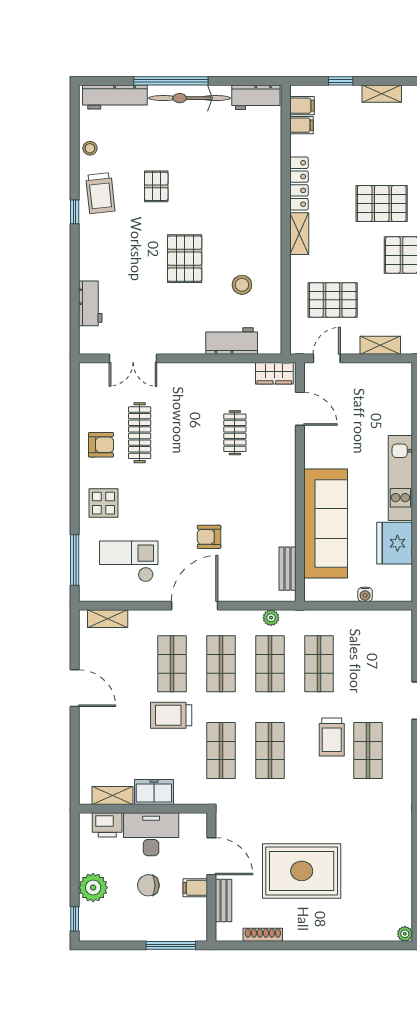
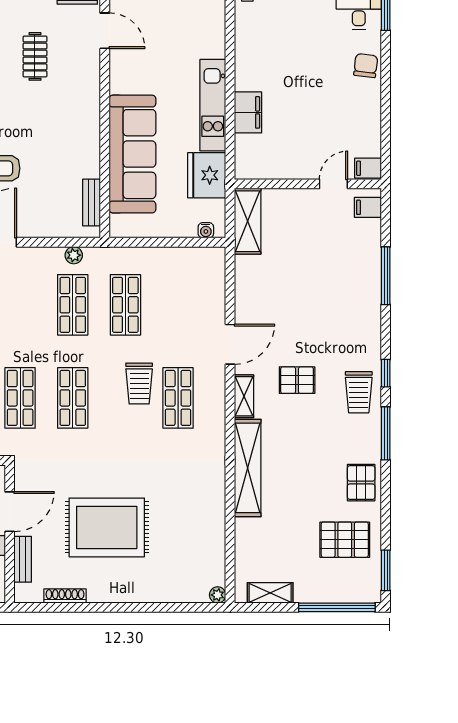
water cooler: (365, 594) -> (206, 230), moved
shop shelf: (221, 664) -> (20, 305), removed
door: (211, 856) -> (10, 512), hinge flipped

